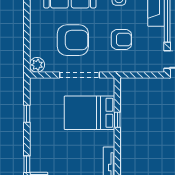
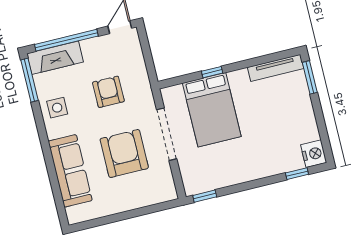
plant: (37, 65) -> (167, 192), removed
window: (27, 114) -> (205, 196), moved

